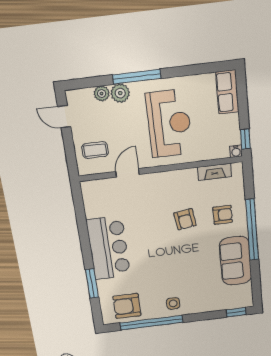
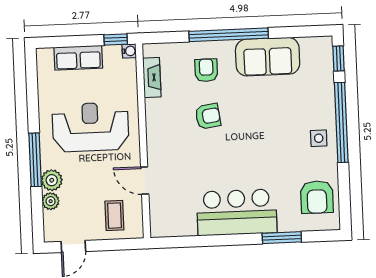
row of seats: (227, 92) -> (78, 58), moved
window: (151, 323) -> (341, 122), moved

